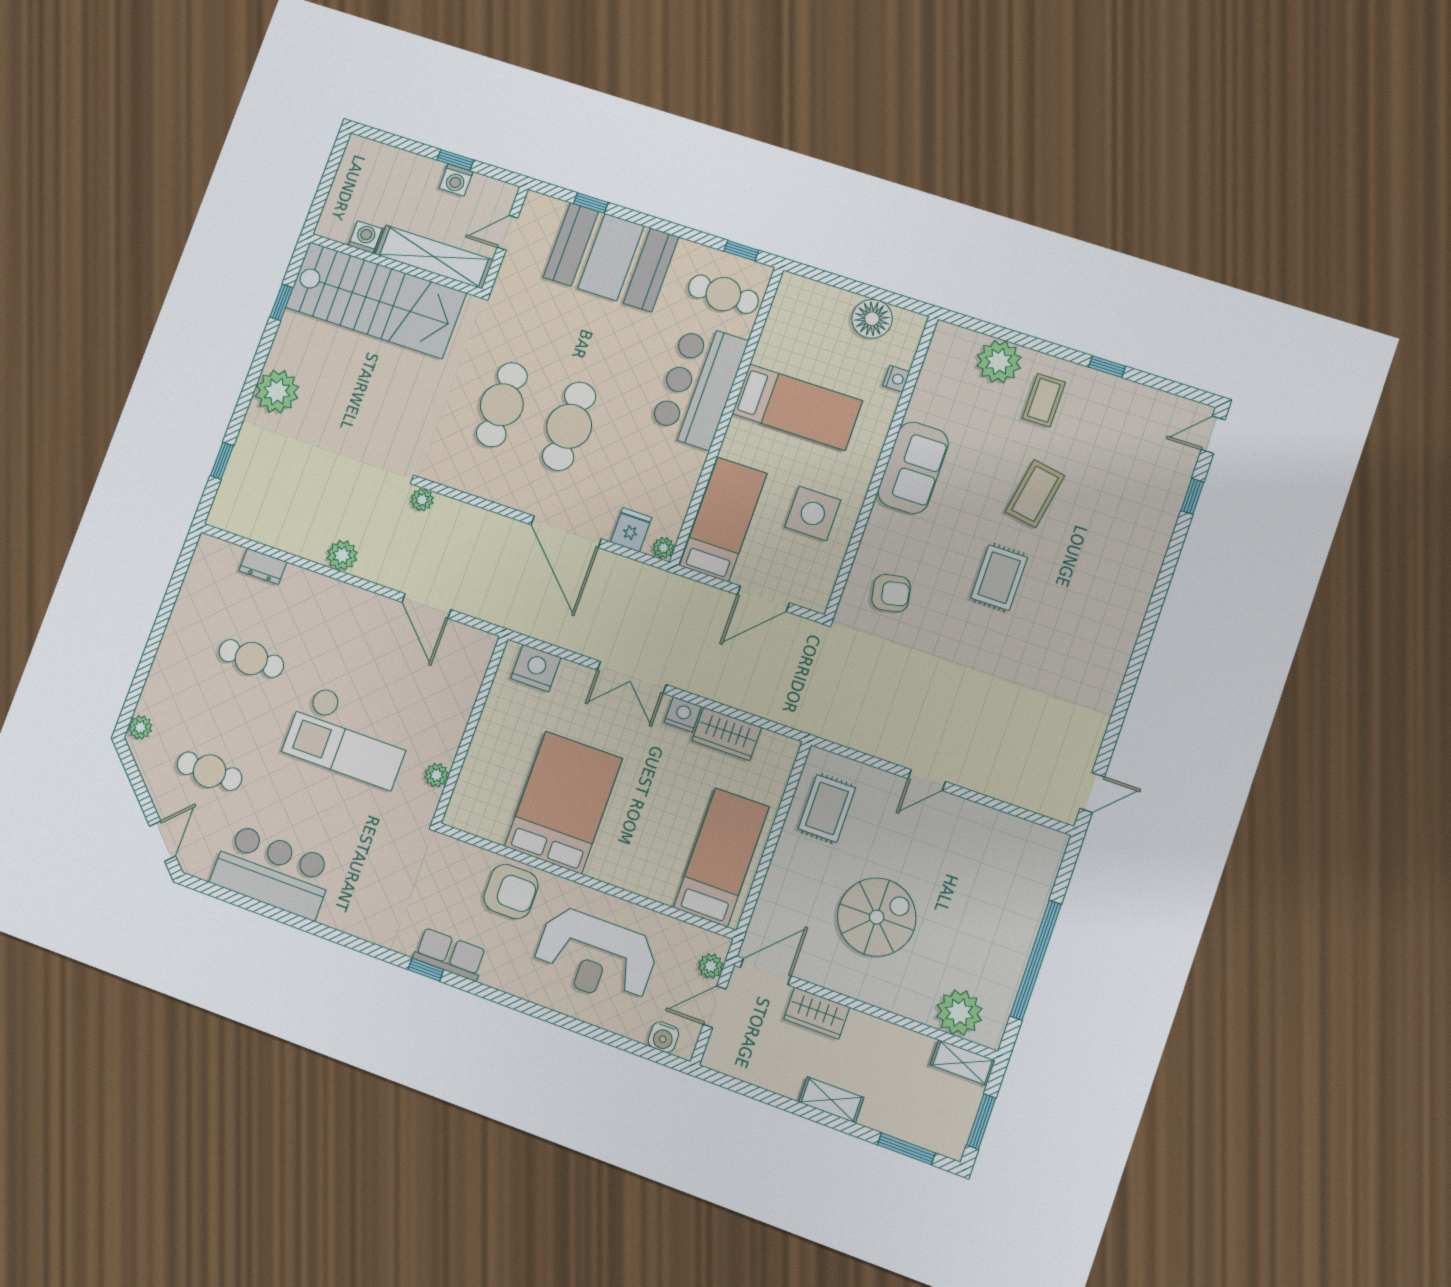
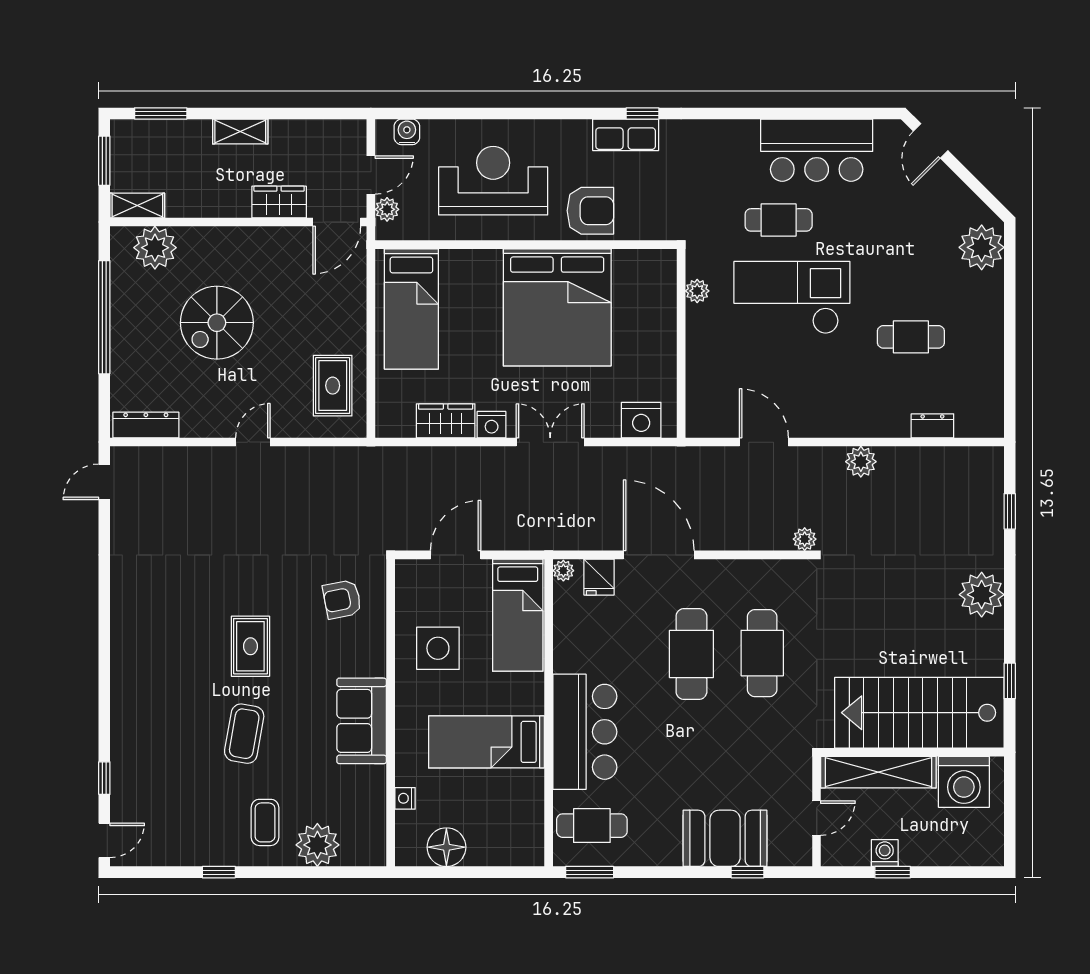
washing machine: (365, 237) -> (964, 782), width x1.89, depth x1.89
window: (741, 251) -> (590, 872), width x1.50
booth: (611, 257) -> (725, 838), width x0.73, depth x0.70
plant: (140, 727) -> (982, 247), width x1.88, depth x1.88
cafe table: (209, 771) -> (779, 220), moved
bed: (564, 802) -> (557, 307), width x1.36
dresser: (1030, 835) -> (146, 425), added
armchair: (511, 891) -> (590, 211), turned 180
spiral stairs: (877, 917) -> (217, 323), moved

